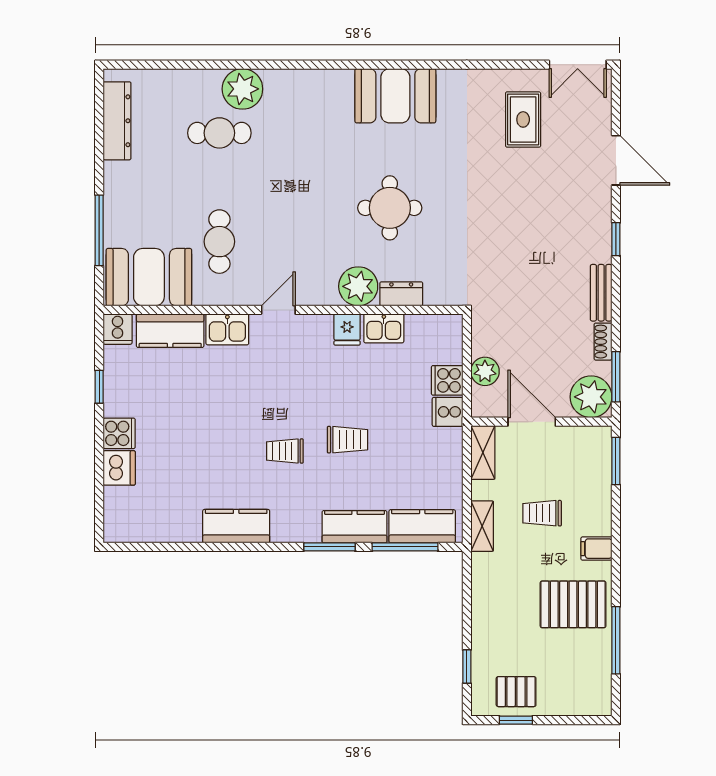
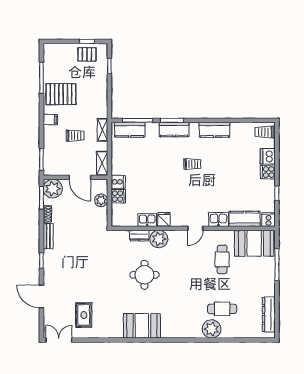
trolley: (347, 440) -> (265, 132), moved
kitchen counter: (355, 527) -> (174, 130), moved

